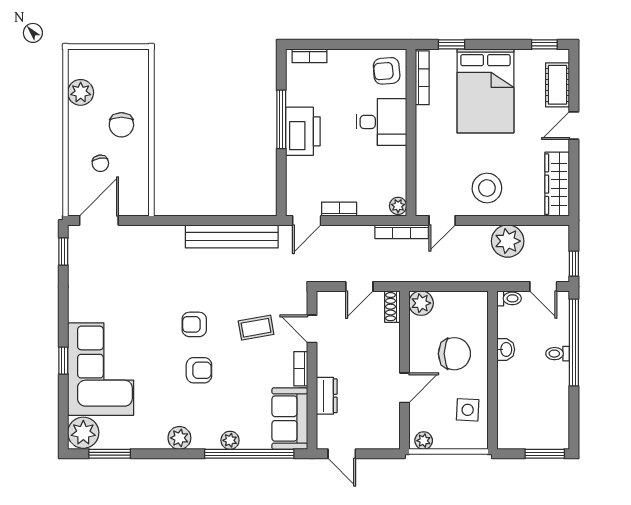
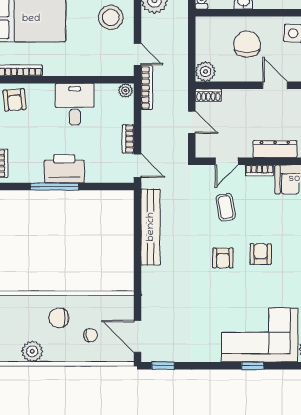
desk: (381, 122) -> (75, 104), moved
chair: (121, 125) -> (59, 318), turned 180
dresser: (327, 396) -> (275, 149), width x1.44

